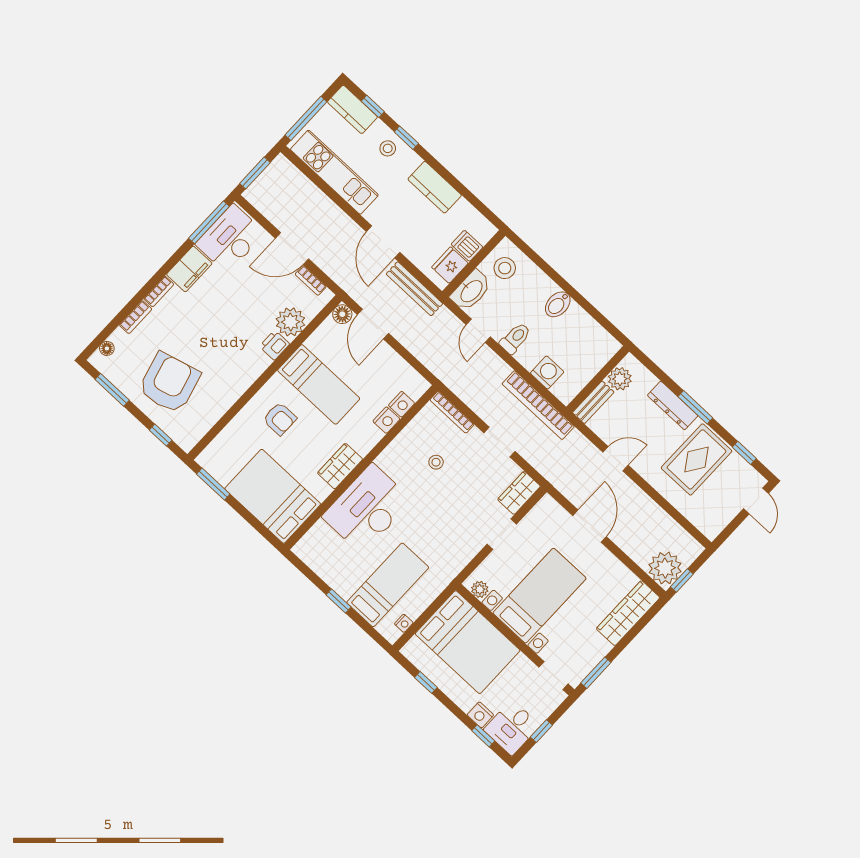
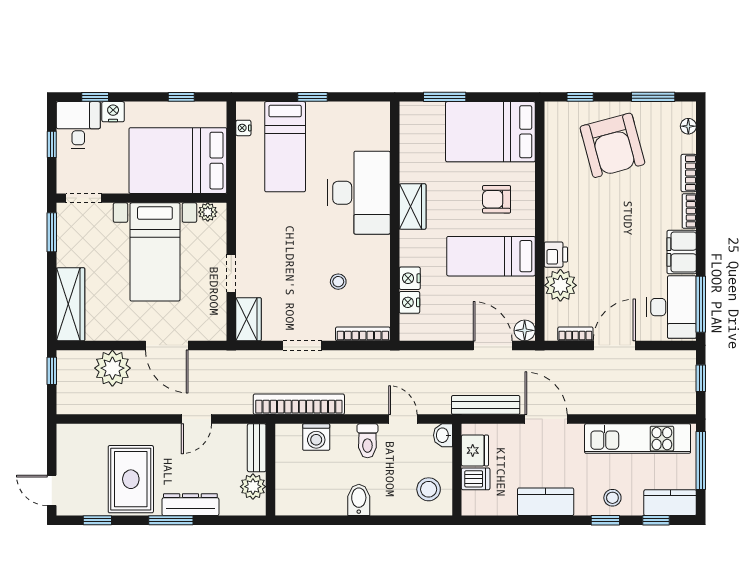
window: (255, 173) -> (701, 378), width x0.67
washbasin: (471, 291) -> (443, 435), width x0.52, depth x0.69
window: (213, 484) -> (445, 97), moved
bed: (273, 496) -> (490, 132), moved, turned 180
plant: (665, 568) -> (112, 368), moved

